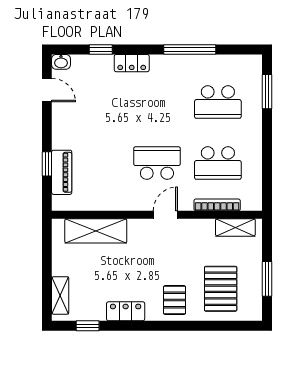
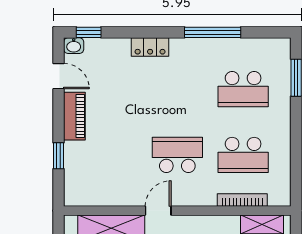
window: (101, 50) -> (89, 32), moved
piano: (62, 172) -> (74, 116), moved
door: (165, 215) -> (158, 211), moved

